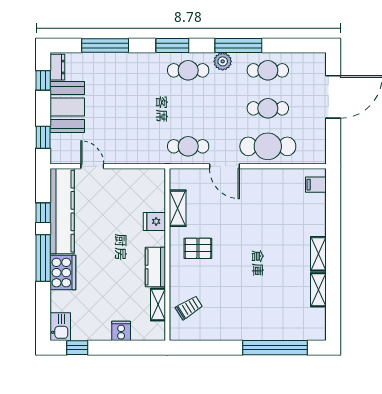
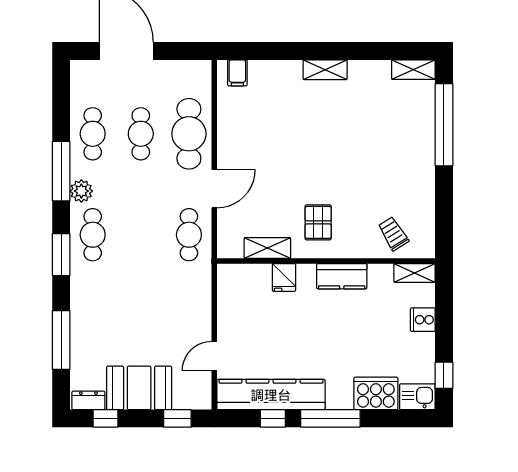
cooker: (63, 273) -> (376, 393), moved
shelving: (318, 290) -> (413, 70), moved
shelving: (158, 305) -> (415, 273), moved

